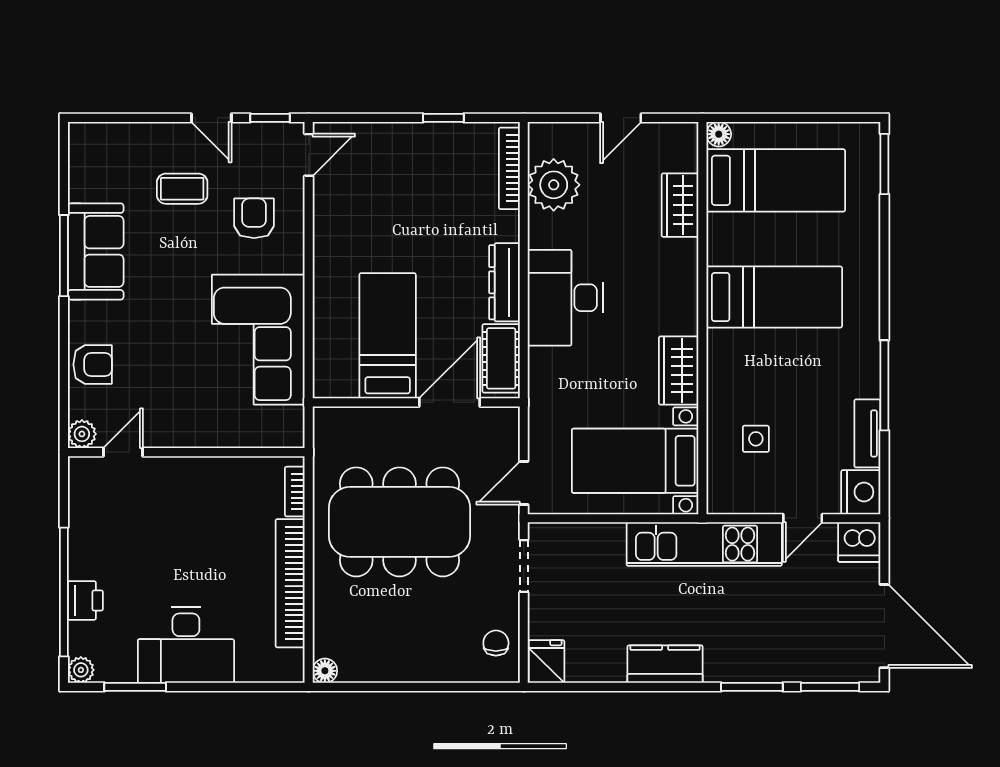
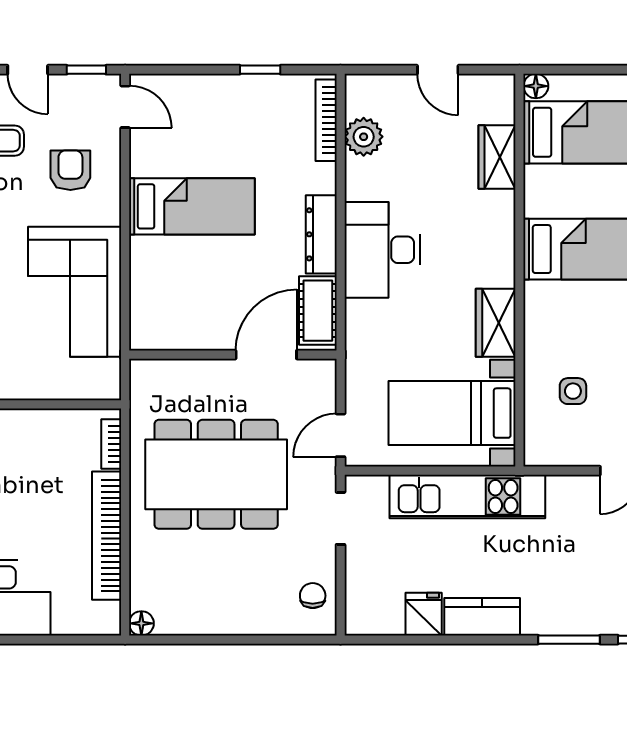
door: (621, 118) -> (438, 70), hinge flipped
door: (309, 155) -> (125, 107), hinge flipped
plant: (554, 185) -> (364, 137), width x0.73, depth x0.73
bed: (388, 336) -> (192, 206), moved, turned 90
kitchen unit: (704, 544) -> (467, 497), moved
fridge: (547, 662) -> (424, 614), moved

